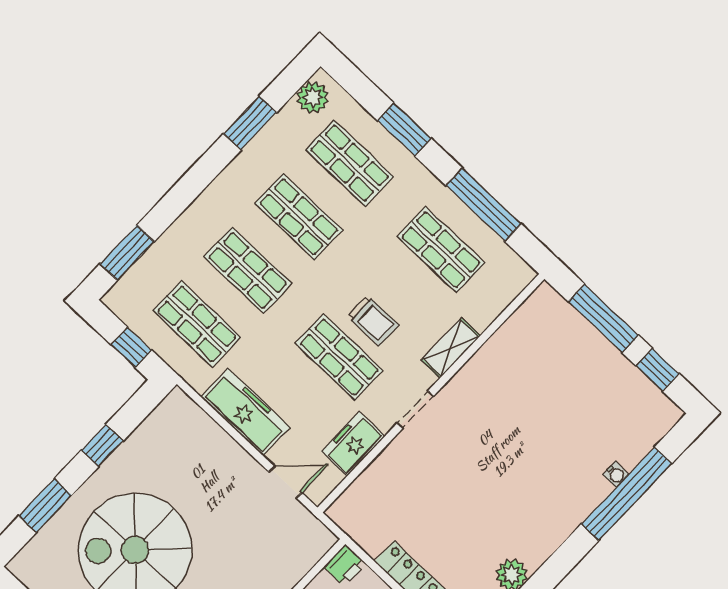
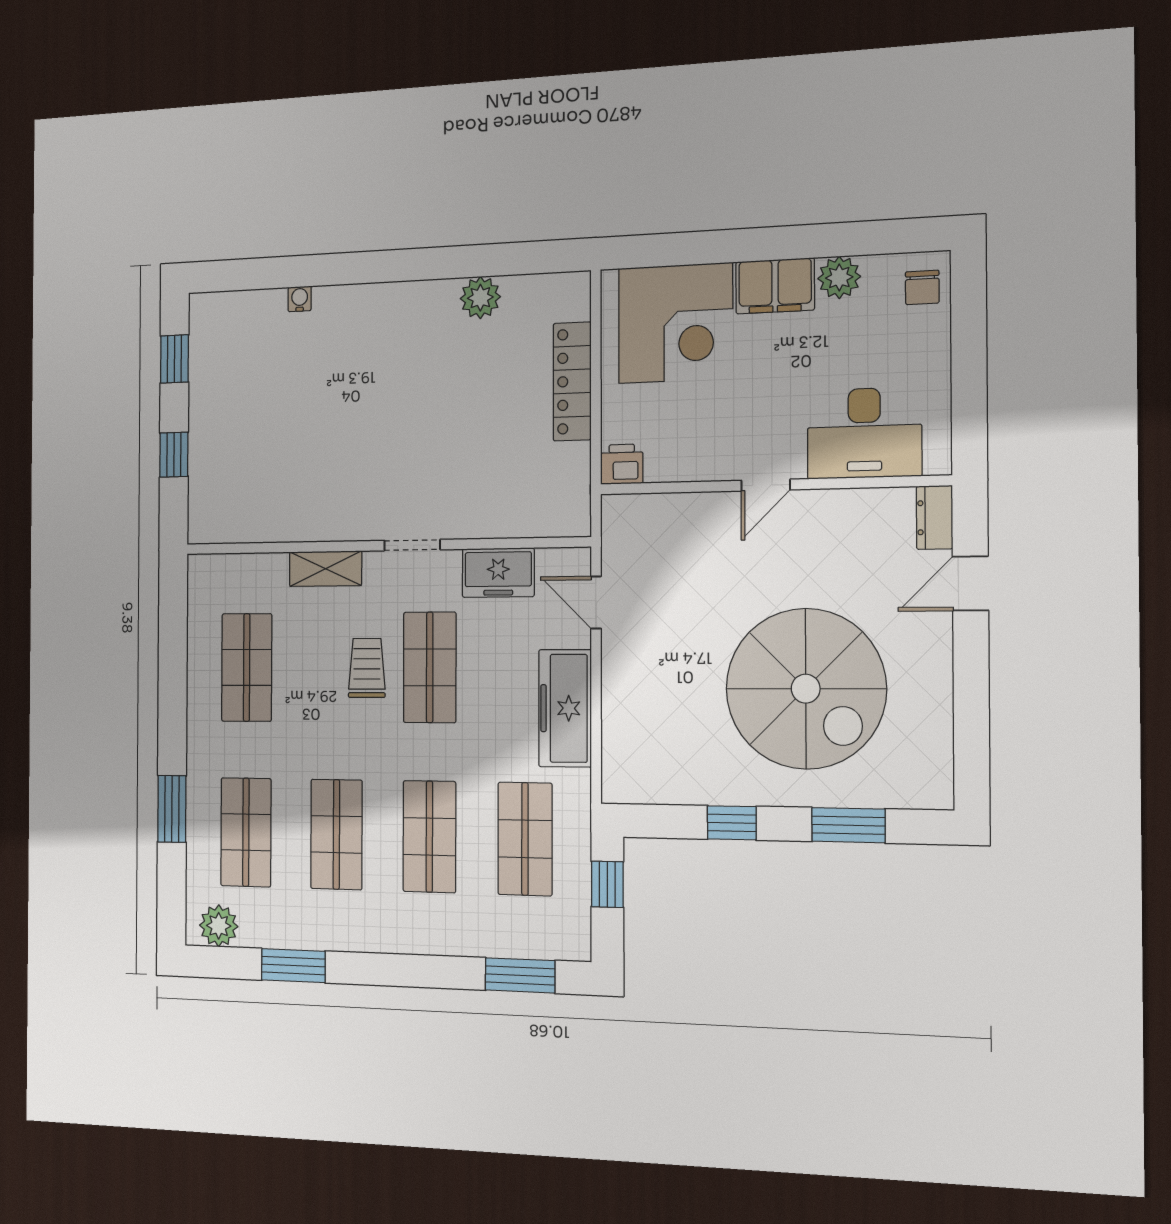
window: (484, 205) -> (173, 668), removed
window: (603, 318) -> (174, 455), width x0.46
window: (627, 494) -> (308, 271), removed

